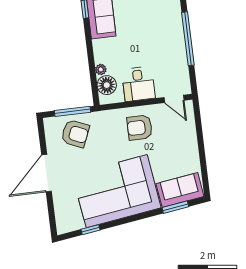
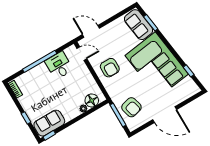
desk: (138, 84) -> (59, 65), moved, turned -90
door: (174, 99) -> (82, 54), hinge flipped
door: (198, 123) -> (91, 31), added
armchair: (75, 134) -> (131, 107), turned 142

